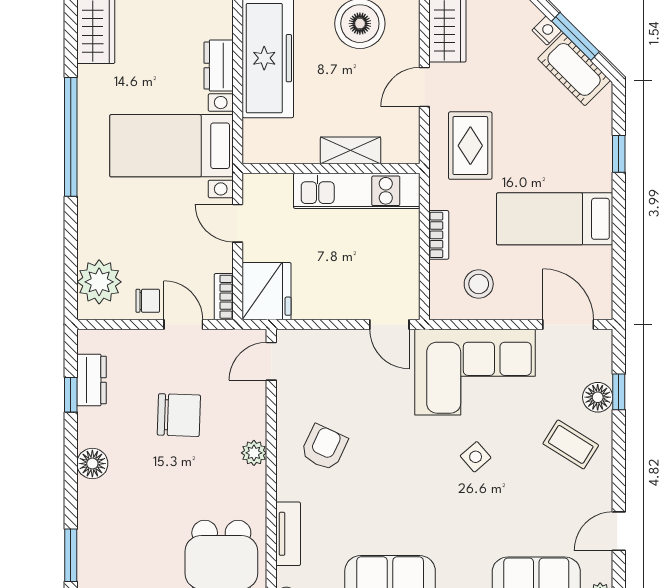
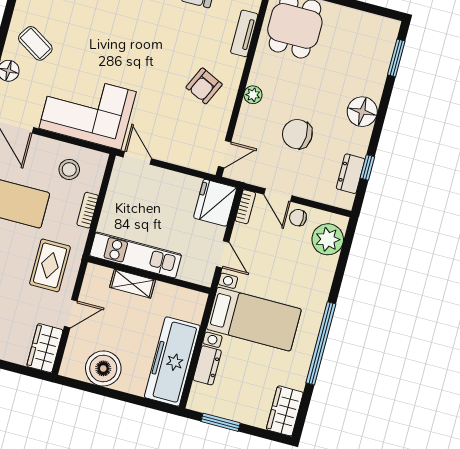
side table: (476, 457) -> (102, 52), removed
floor lamp: (92, 464) -> (362, 112), width x1.38, depth x1.38

